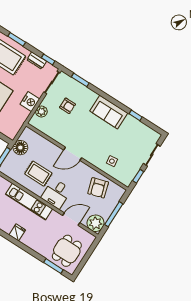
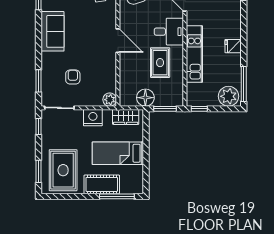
dresser: (37, 60) -> (47, 137), removed
plant: (41, 112) -> (110, 100), moved
wardrobe: (16, 125) -> (126, 117), added

